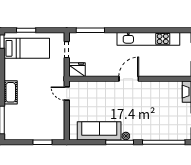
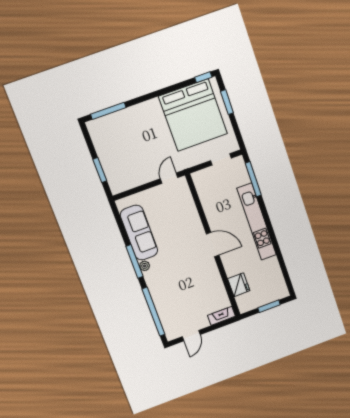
kitchen unit: (148, 39) -> (257, 222), moved
bed: (27, 48) -> (193, 115), width x2.04
fridge: (77, 70) -> (239, 285), moved
cot: (11, 92) -> (146, 110), removed

